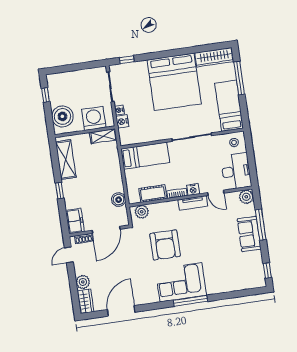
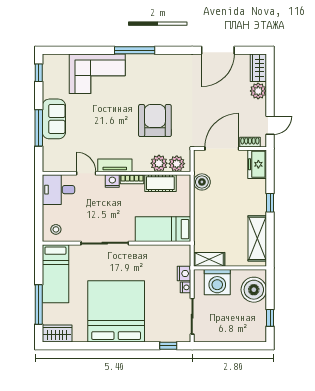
wardrobe: (214, 57) -> (57, 333), width x0.67
desk: (236, 171) -> (58, 190), width x0.73
plant: (246, 197) -> (159, 163), moved
corner sofa: (181, 282) -> (97, 74), moved

